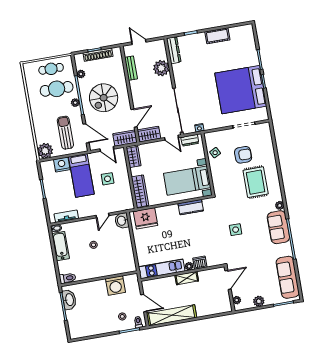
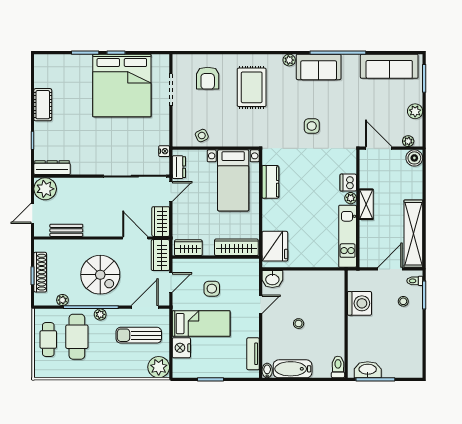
plant: (161, 68) -> (45, 189), moved
armchair: (243, 155) -> (208, 78), moved, turned 180
rug: (256, 182) -> (252, 87), turned 90
door: (102, 215) -> (261, 304), hinge flipped
boiler: (226, 307) -> (414, 158), added

